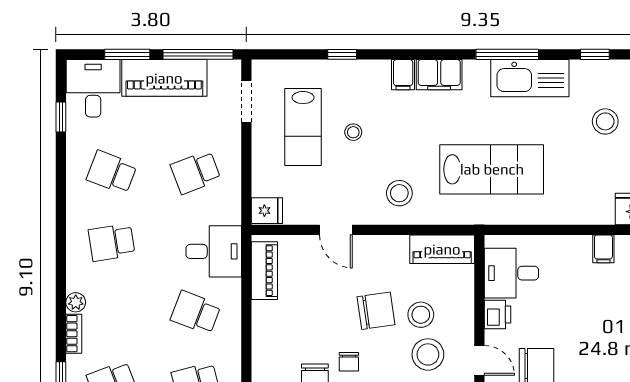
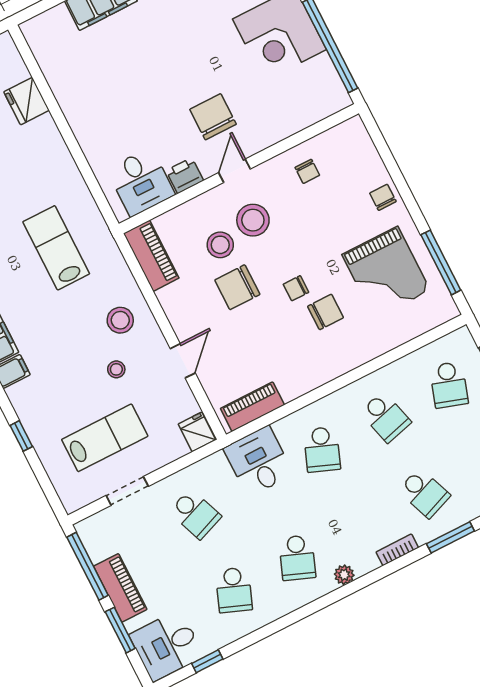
piano: (164, 78) -> (120, 588), width x0.73, depth x0.75
doorway: (246, 101) -> (127, 491), moved
stool: (353, 132) -> (116, 369), moved
lab bench: (492, 169) -> (56, 248), width x0.73, depth x0.72
school desk: (112, 242) -> (297, 558), turned 30
filing cabinet: (603, 249) -> (77, 110), removed
plant: (76, 302) -> (344, 575), moved
chair: (376, 311) -> (237, 287), turned -82
chair: (349, 362) -> (296, 288), turned 180

